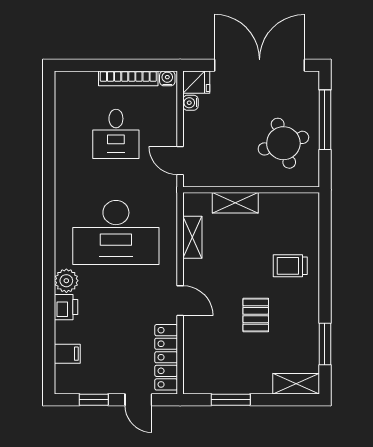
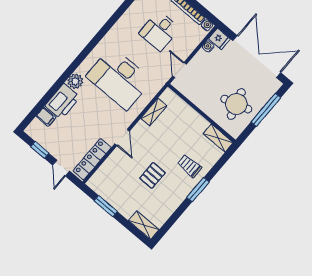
shelving: (235, 203) -> (218, 138), moved
printer: (66, 307) -> (63, 101), width x1.87, depth x1.48
window: (325, 344) -> (198, 190), moved

